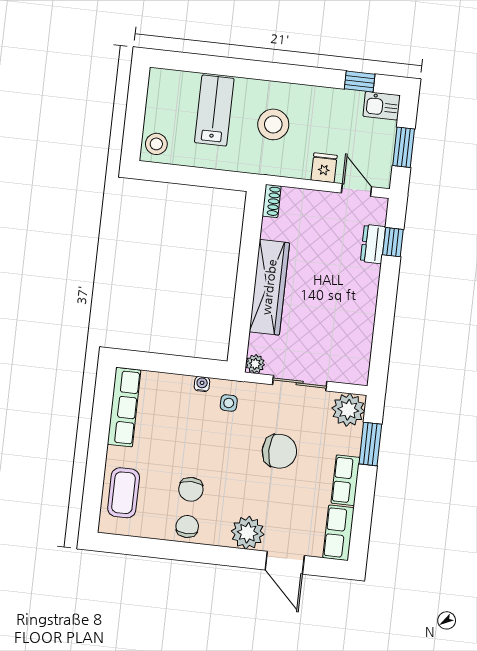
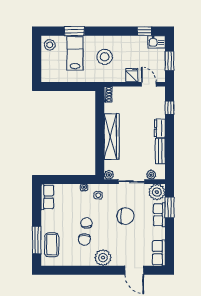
window: (218, 66) -> (74, 31), added
stool: (156, 144) -> (50, 45), moved
dresser: (373, 244) -> (160, 128), moved
bench: (364, 328) -> (160, 151), added
plant: (341, 374) -> (151, 175), added
row of seats: (124, 407) -> (47, 197), width x0.68
window: (94, 480) -> (37, 240), added
row of seats: (345, 480) -> (159, 215), moved
chair: (187, 526) -> (86, 223), moved
plant: (248, 533) -> (103, 258), moved

